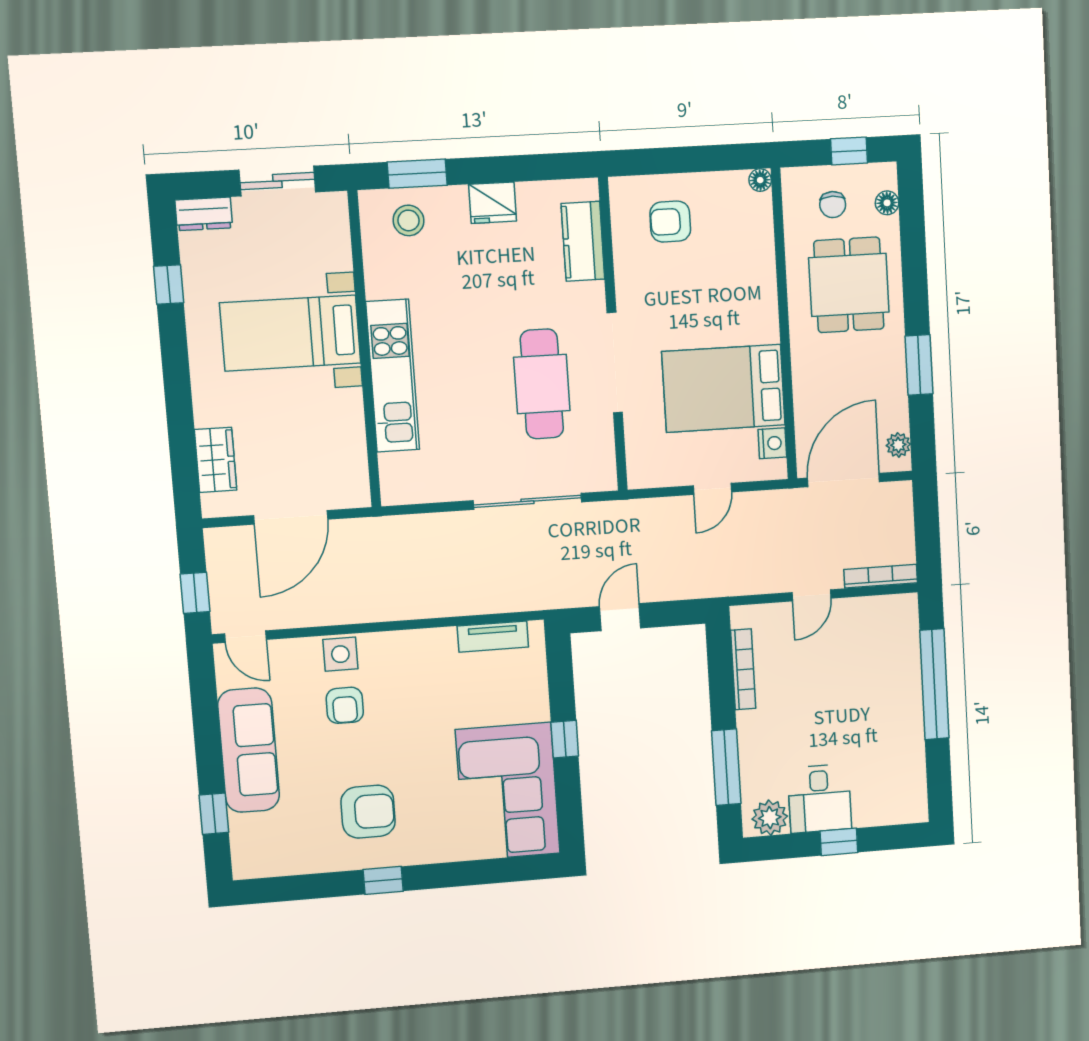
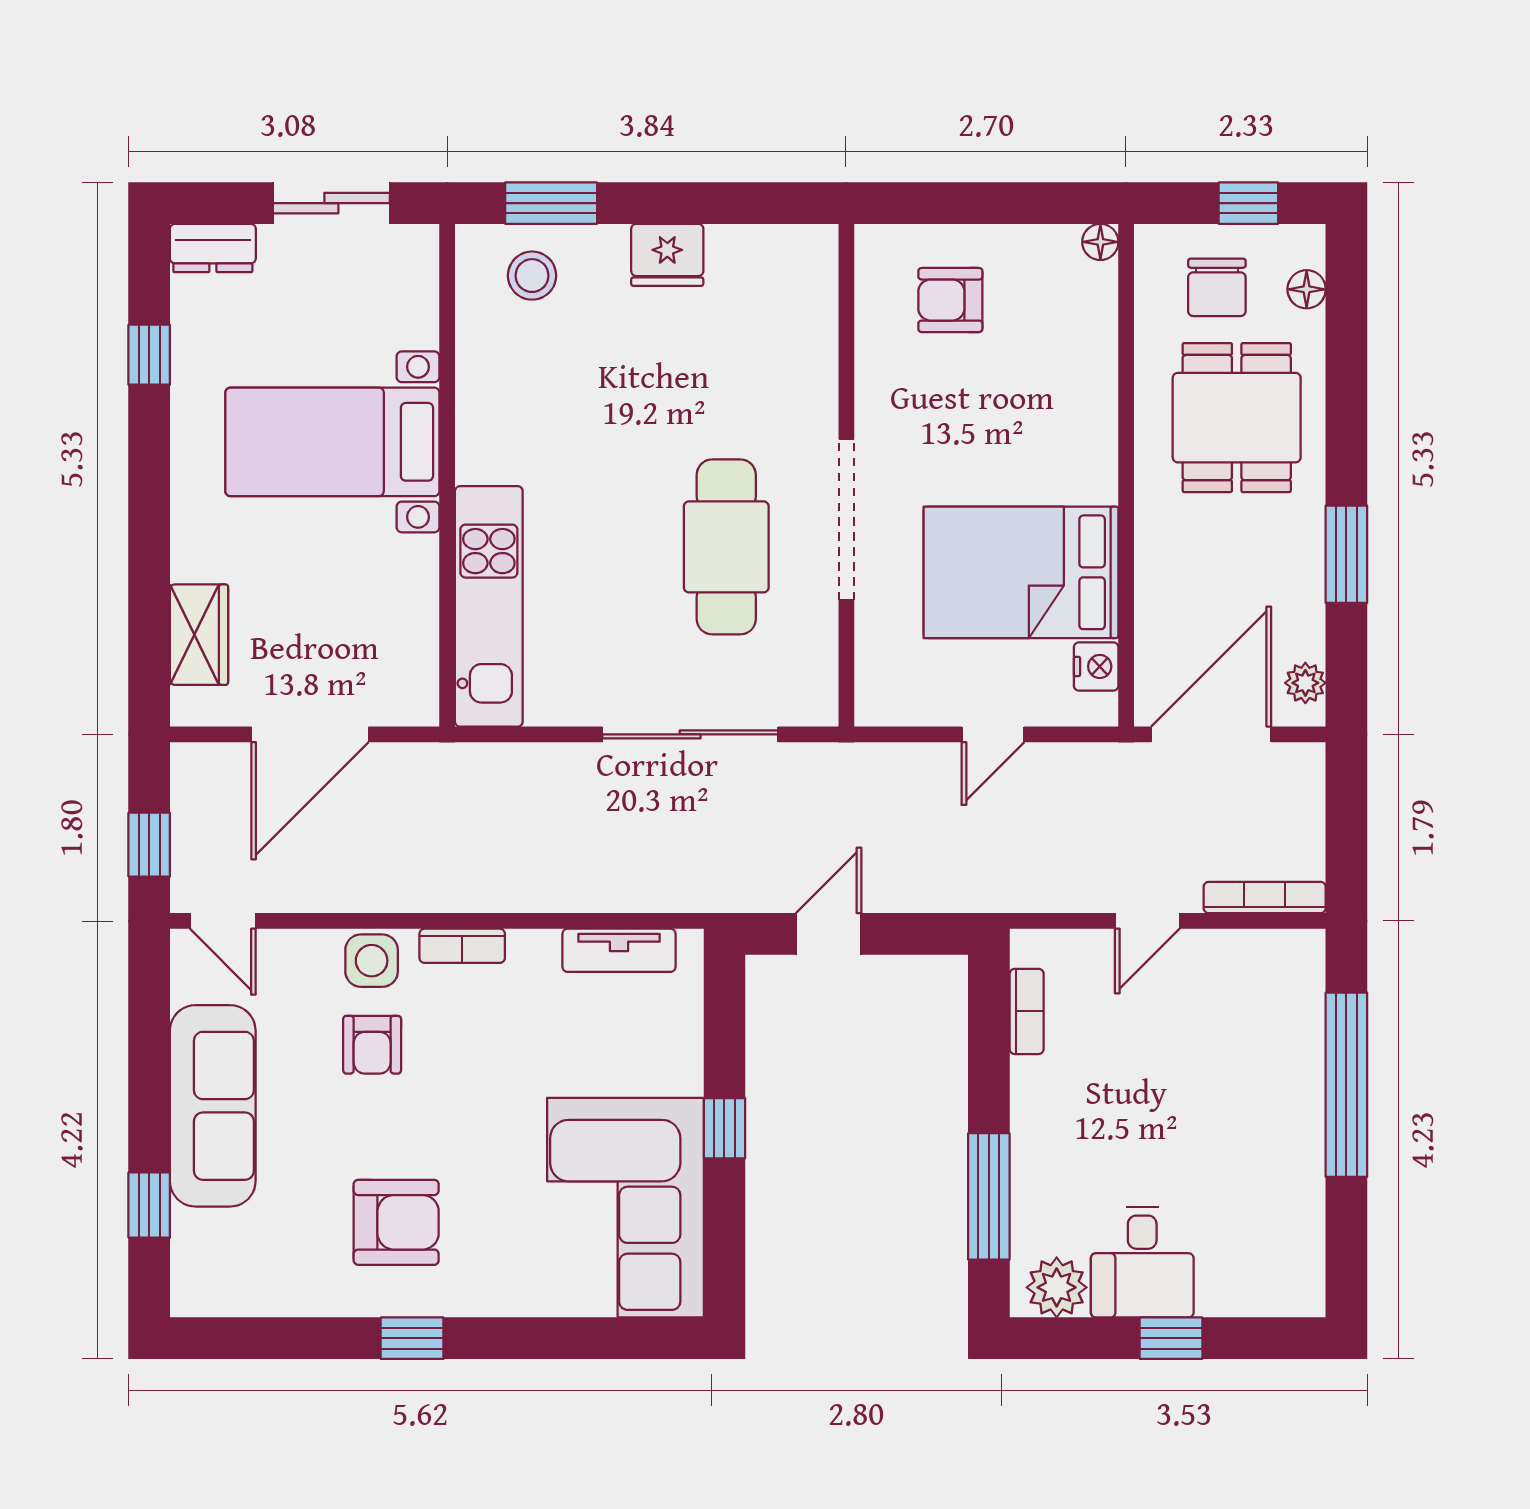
chair: (833, 205) -> (1217, 287), width x1.37, depth x1.37
kitchen counter: (583, 241) -> (808, 324), removed
kitchen unit: (393, 376) -> (489, 606), moved
bookcase: (396, 641) -> (462, 946), added
bookcase: (743, 669) -> (1027, 1011), width x0.64

